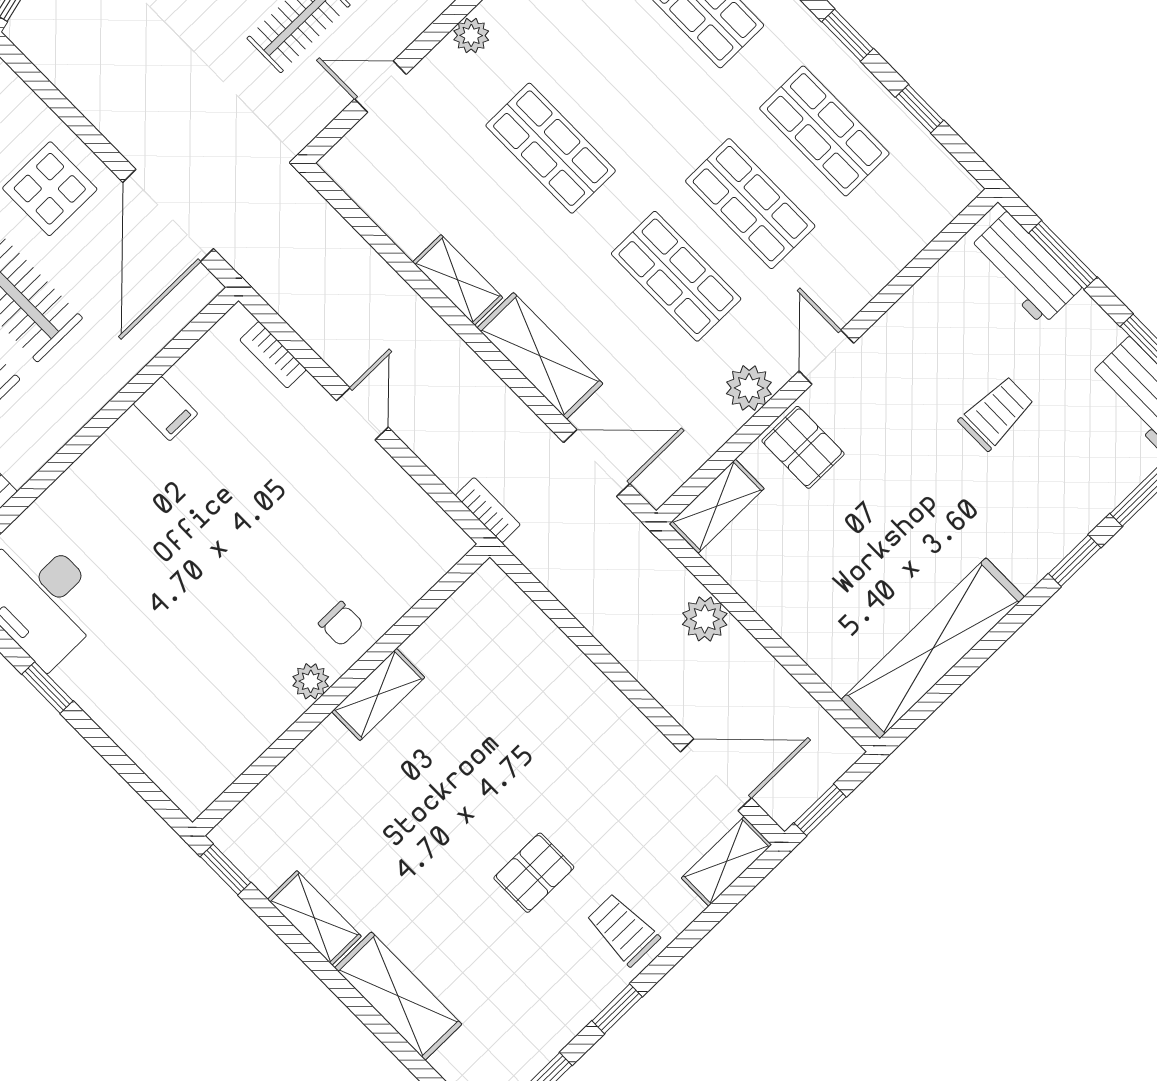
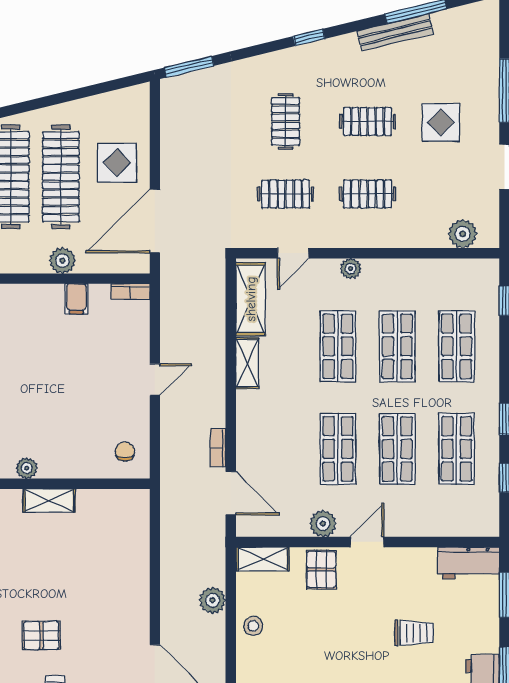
shop shelf: (625, 75) -> (397, 346), added
door: (380, 87) -> (293, 253), swing flipped
workbench: (1025, 269) -> (468, 563), moved, turned -90
bookcase: (273, 355) -> (130, 291), moved, turned -90
shelving: (540, 356) -> (251, 299), moved
plant: (101, 378) -> (62, 261), added
bookcase: (488, 510) -> (218, 448), moved, turned 180
stool: (787, 601) -> (253, 626), added
chair: (341, 624) -> (125, 452), moved, turned 180

